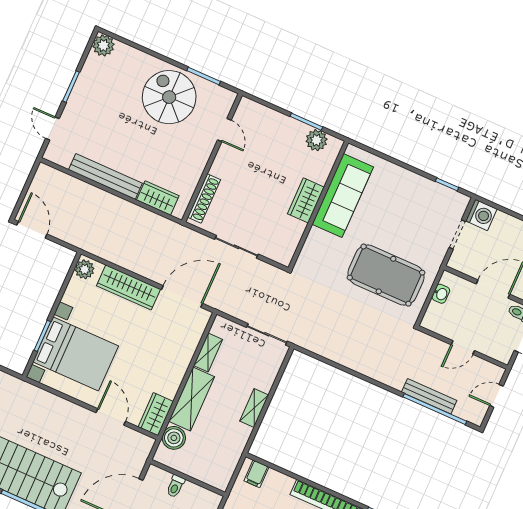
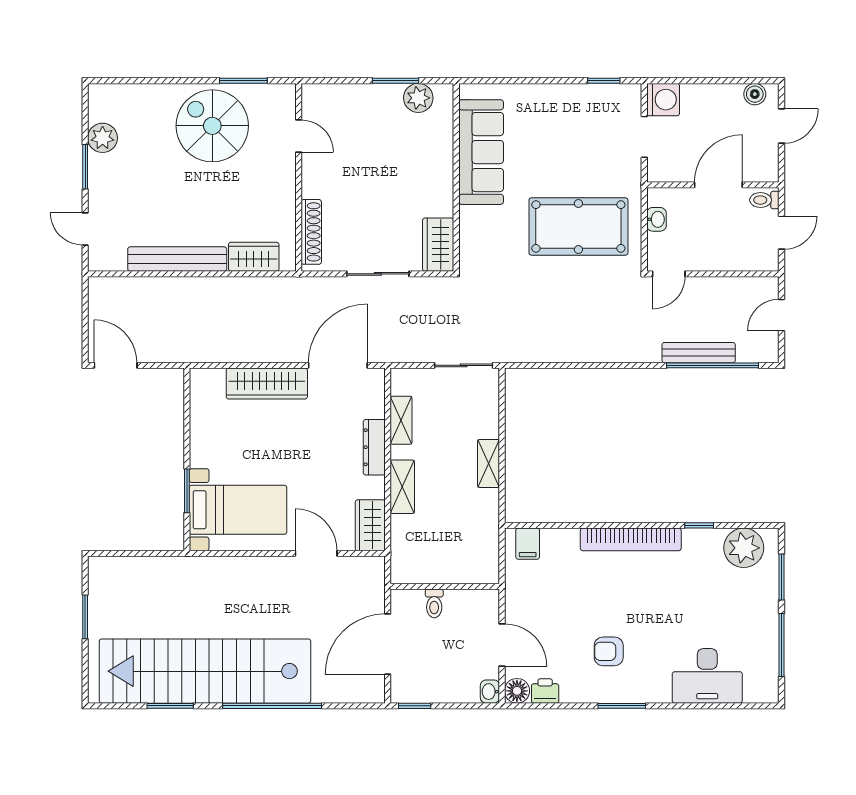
plant: (103, 45) -> (103, 138), moved
wardrobe: (306, 200) -> (438, 245), moved
plant: (85, 269) -> (203, 385), removed
door: (463, 348) -> (669, 274), moved
bed with nightstands: (76, 354) -> (238, 510), width x0.73
dresser: (182, 363) -> (374, 447), added
shelving: (192, 399) -> (402, 487), width x0.67, depth x0.75
boiler: (174, 438) -> (406, 545), removed

